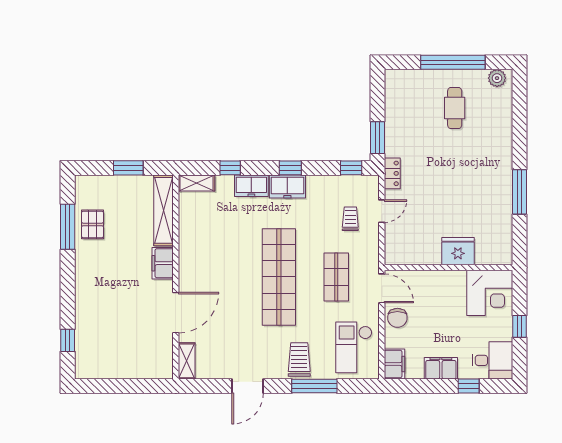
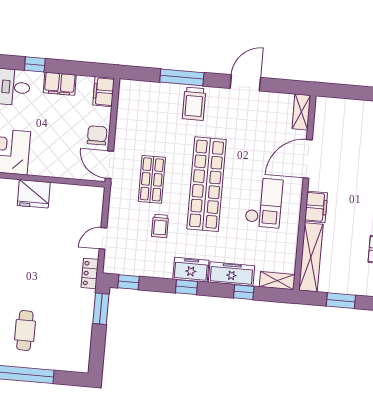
freezer: (251, 186) -> (231, 274), width x1.40
trolley: (350, 219) -> (160, 226), moved
checkout: (354, 347) -> (264, 203), moved

